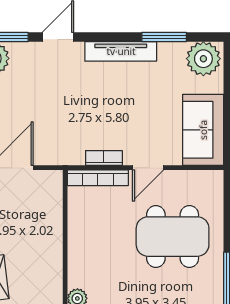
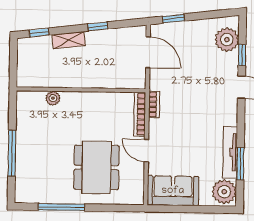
tv unit: (121, 51) -> (230, 152), moved
bookcase: (104, 158) -> (154, 104), moved

